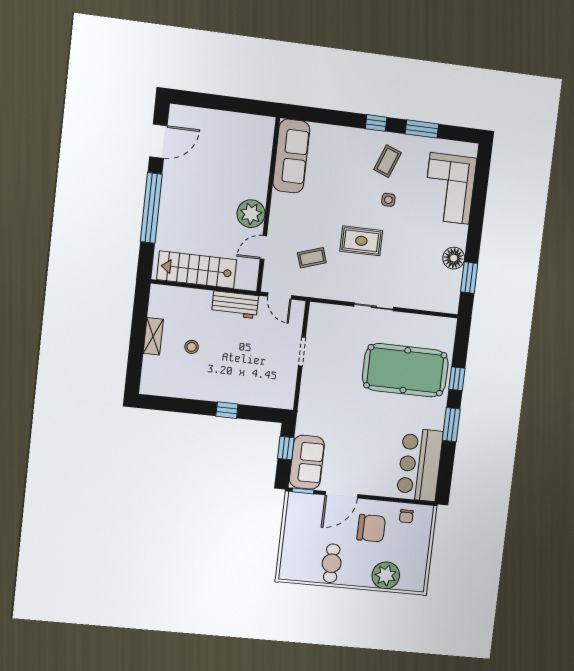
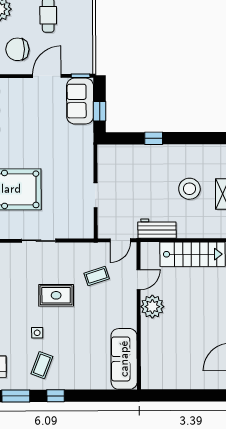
door: (280, 296) -> (120, 240), swing flipped
stool: (192, 347) -> (189, 189), width x1.89, depth x1.89

